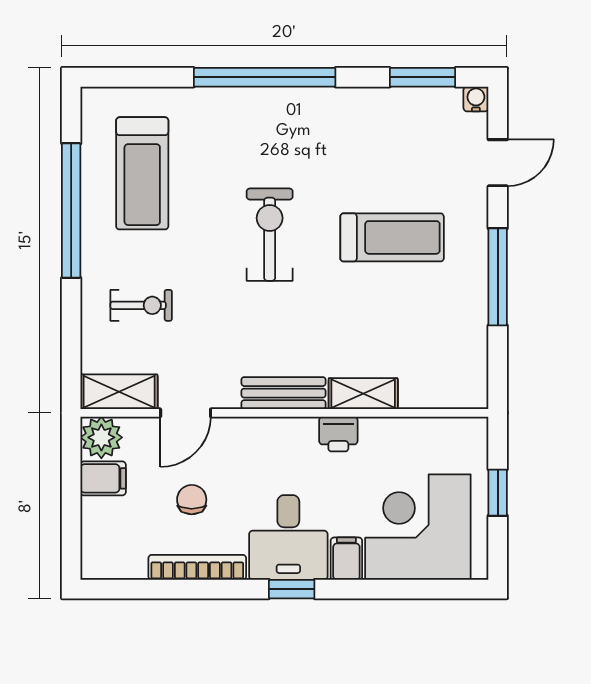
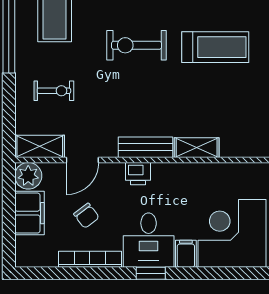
exercise bike: (270, 235) -> (137, 45), turned -90
printer: (338, 434) -> (138, 174), moved
filing cabinet: (103, 478) -> (29, 213), width x2.00
chair: (192, 500) -> (86, 216), turned 143

